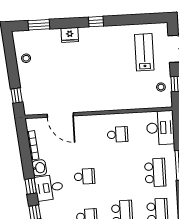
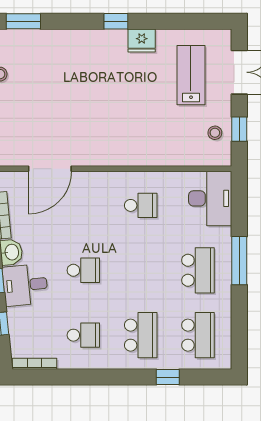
fridge: (70, 35) -> (142, 40), moved
door: (60, 115) -> (50, 169), hinge flipped

